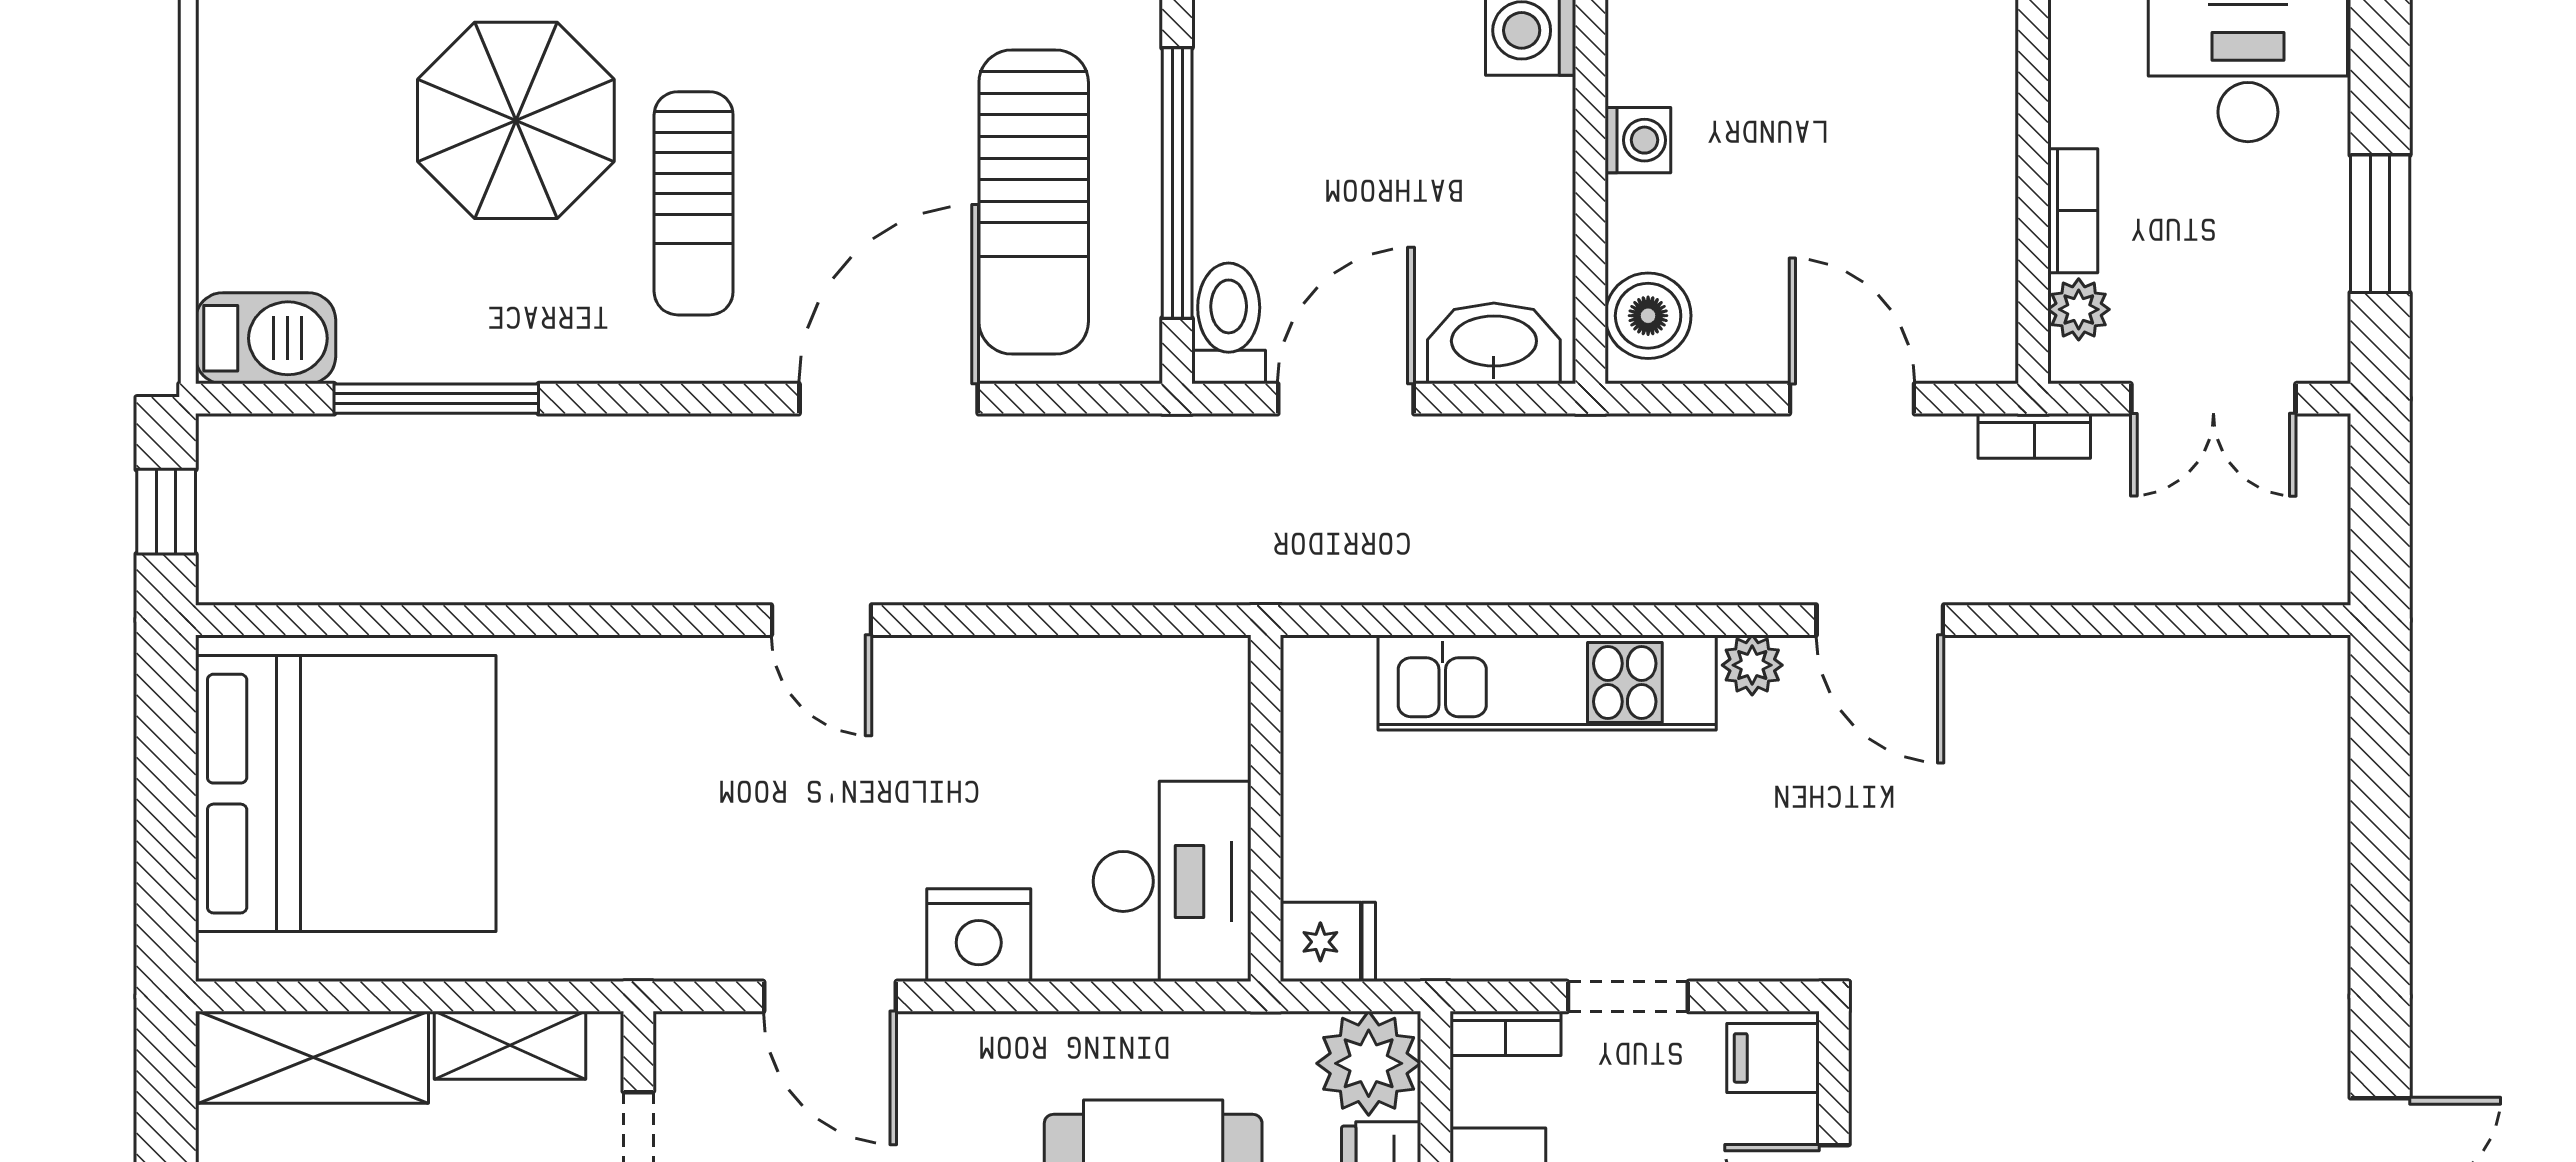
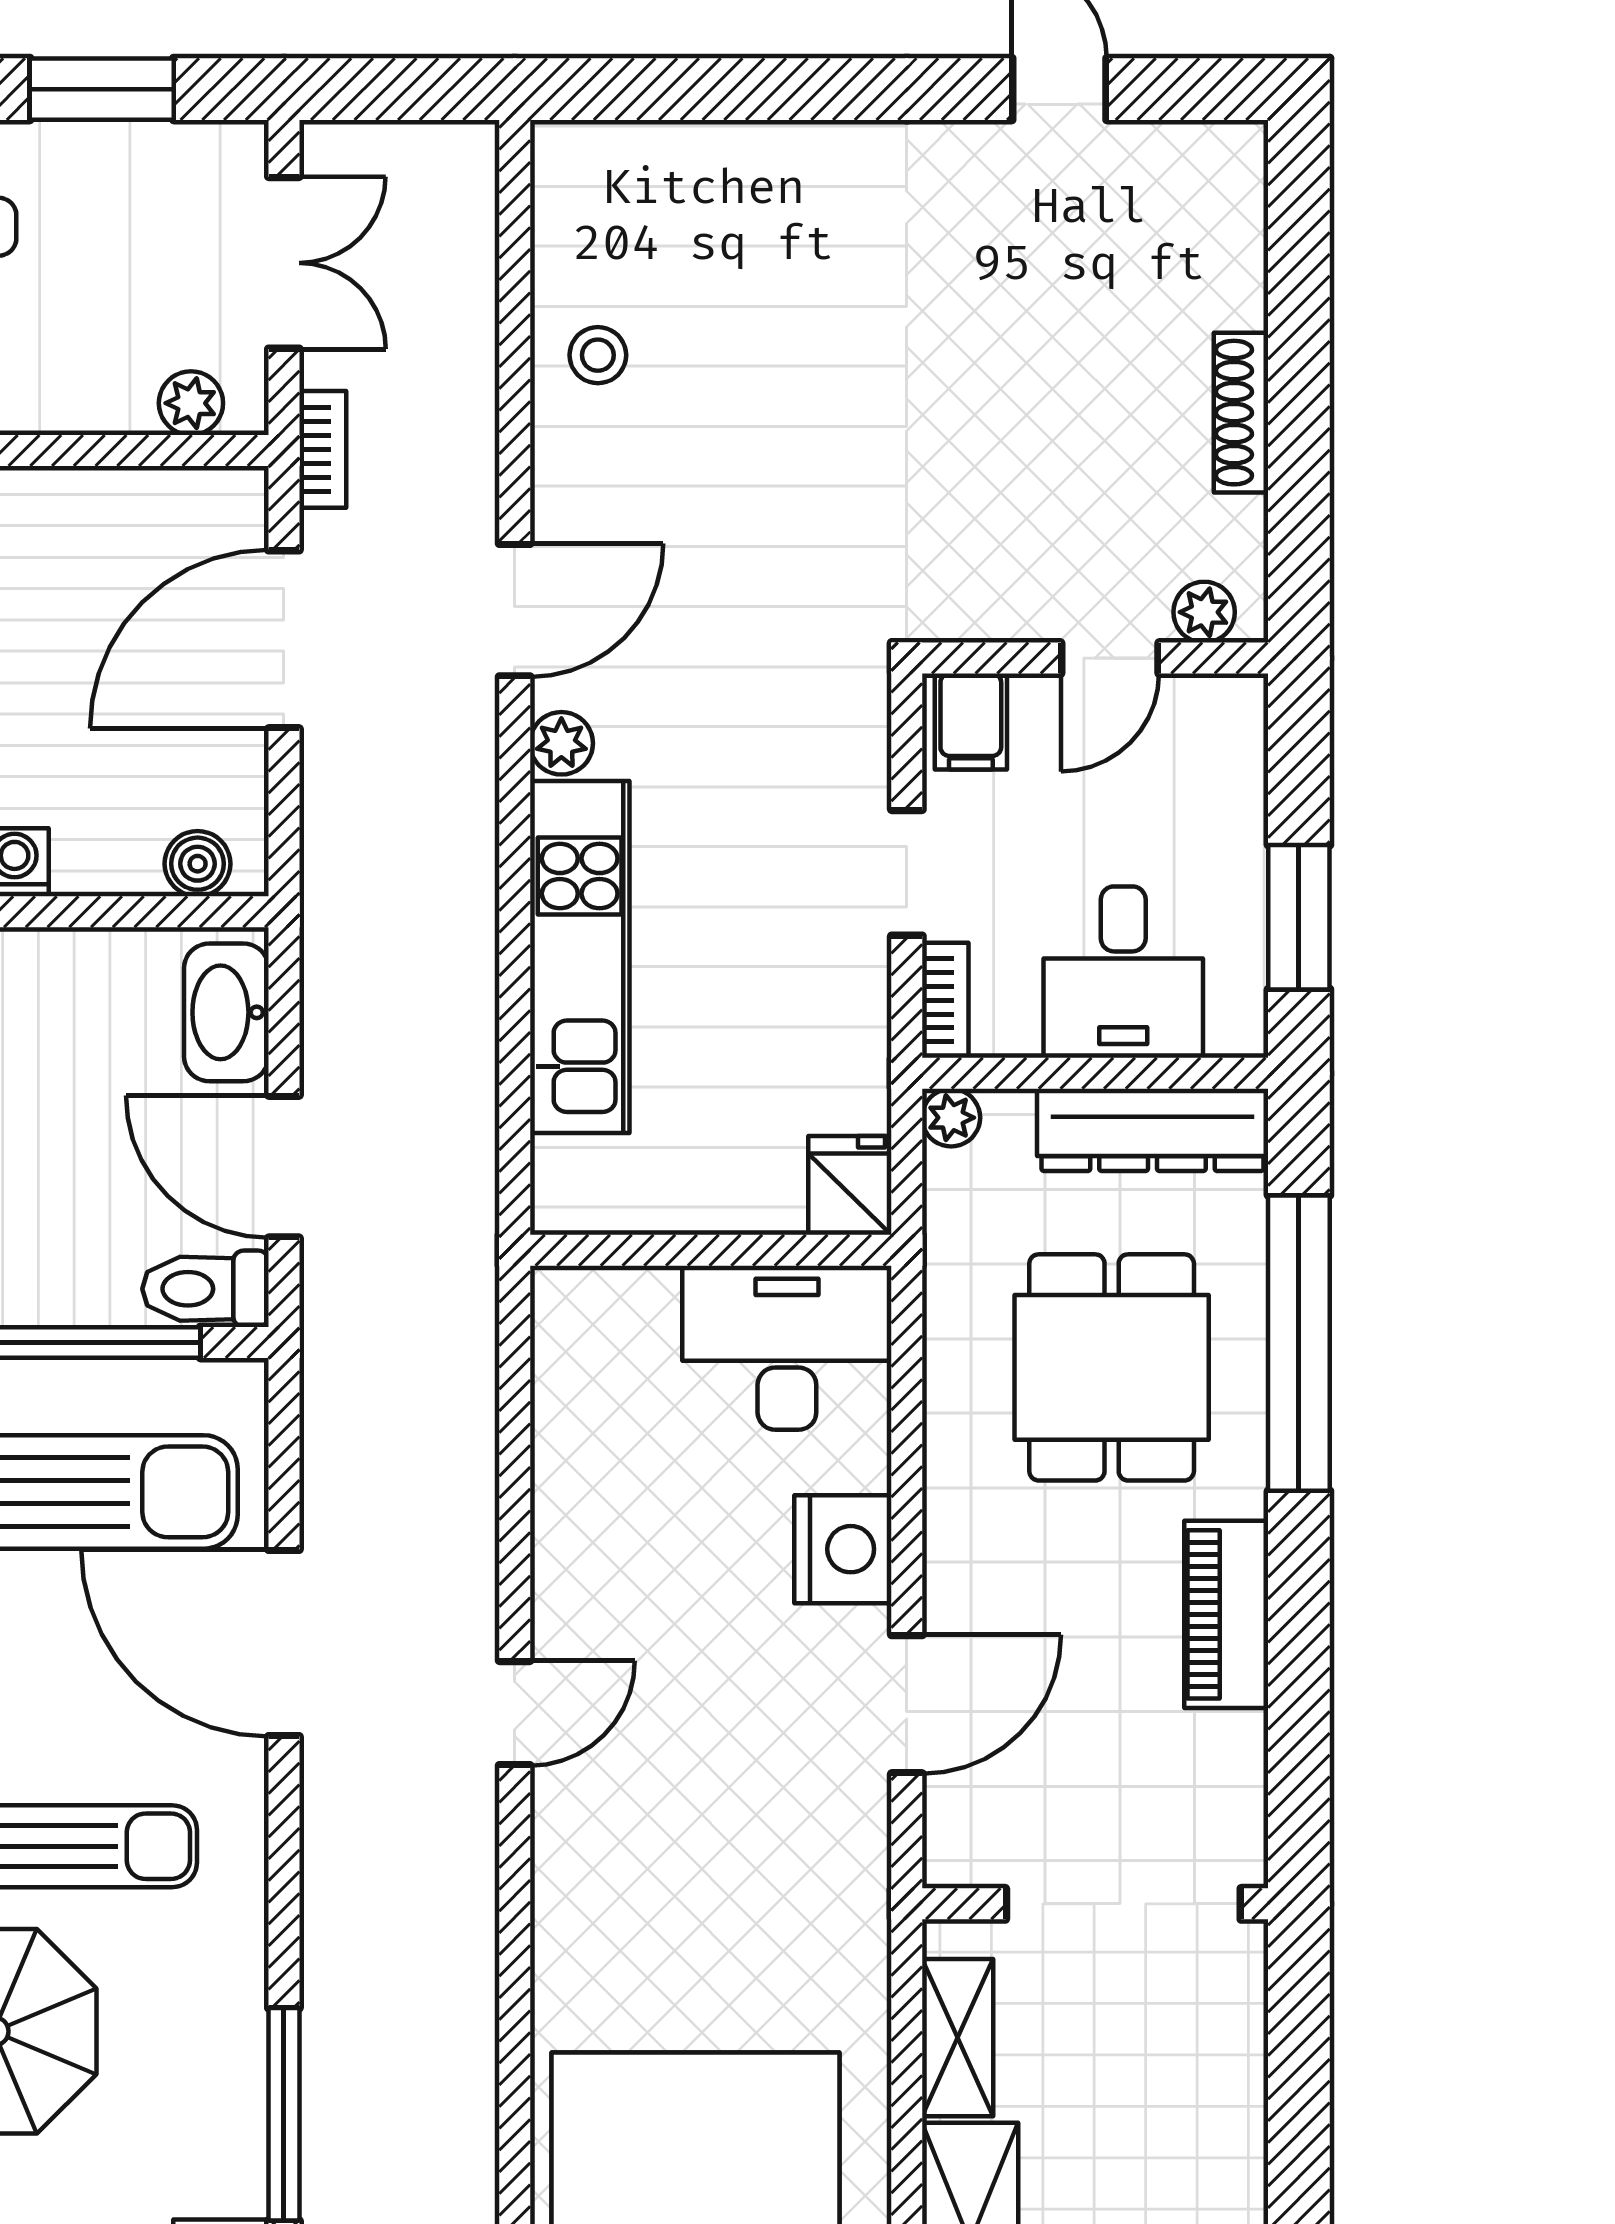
bookcase: (2073, 211) -> (88, 409), removed
boiler: (1648, 316) -> (198, 864), width x0.73, depth x0.73
door: (1852, 399) -> (284, 639), width x1.36
stool: (2125, 700) -> (598, 355), added
plant: (1369, 1063) -> (951, 1118), width x0.53, depth x0.53

